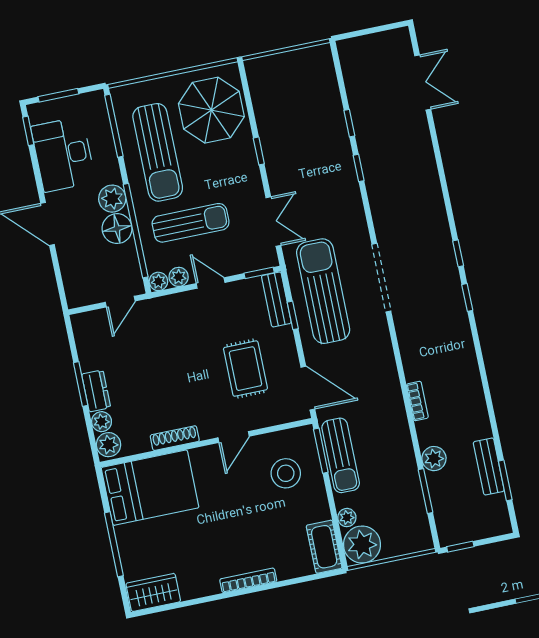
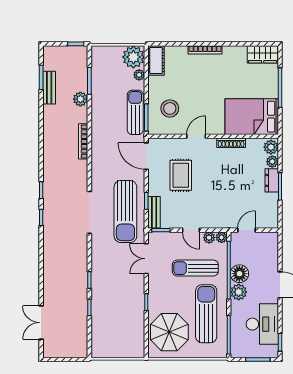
bookcase: (417, 401) -> (83, 141), width x1.56

